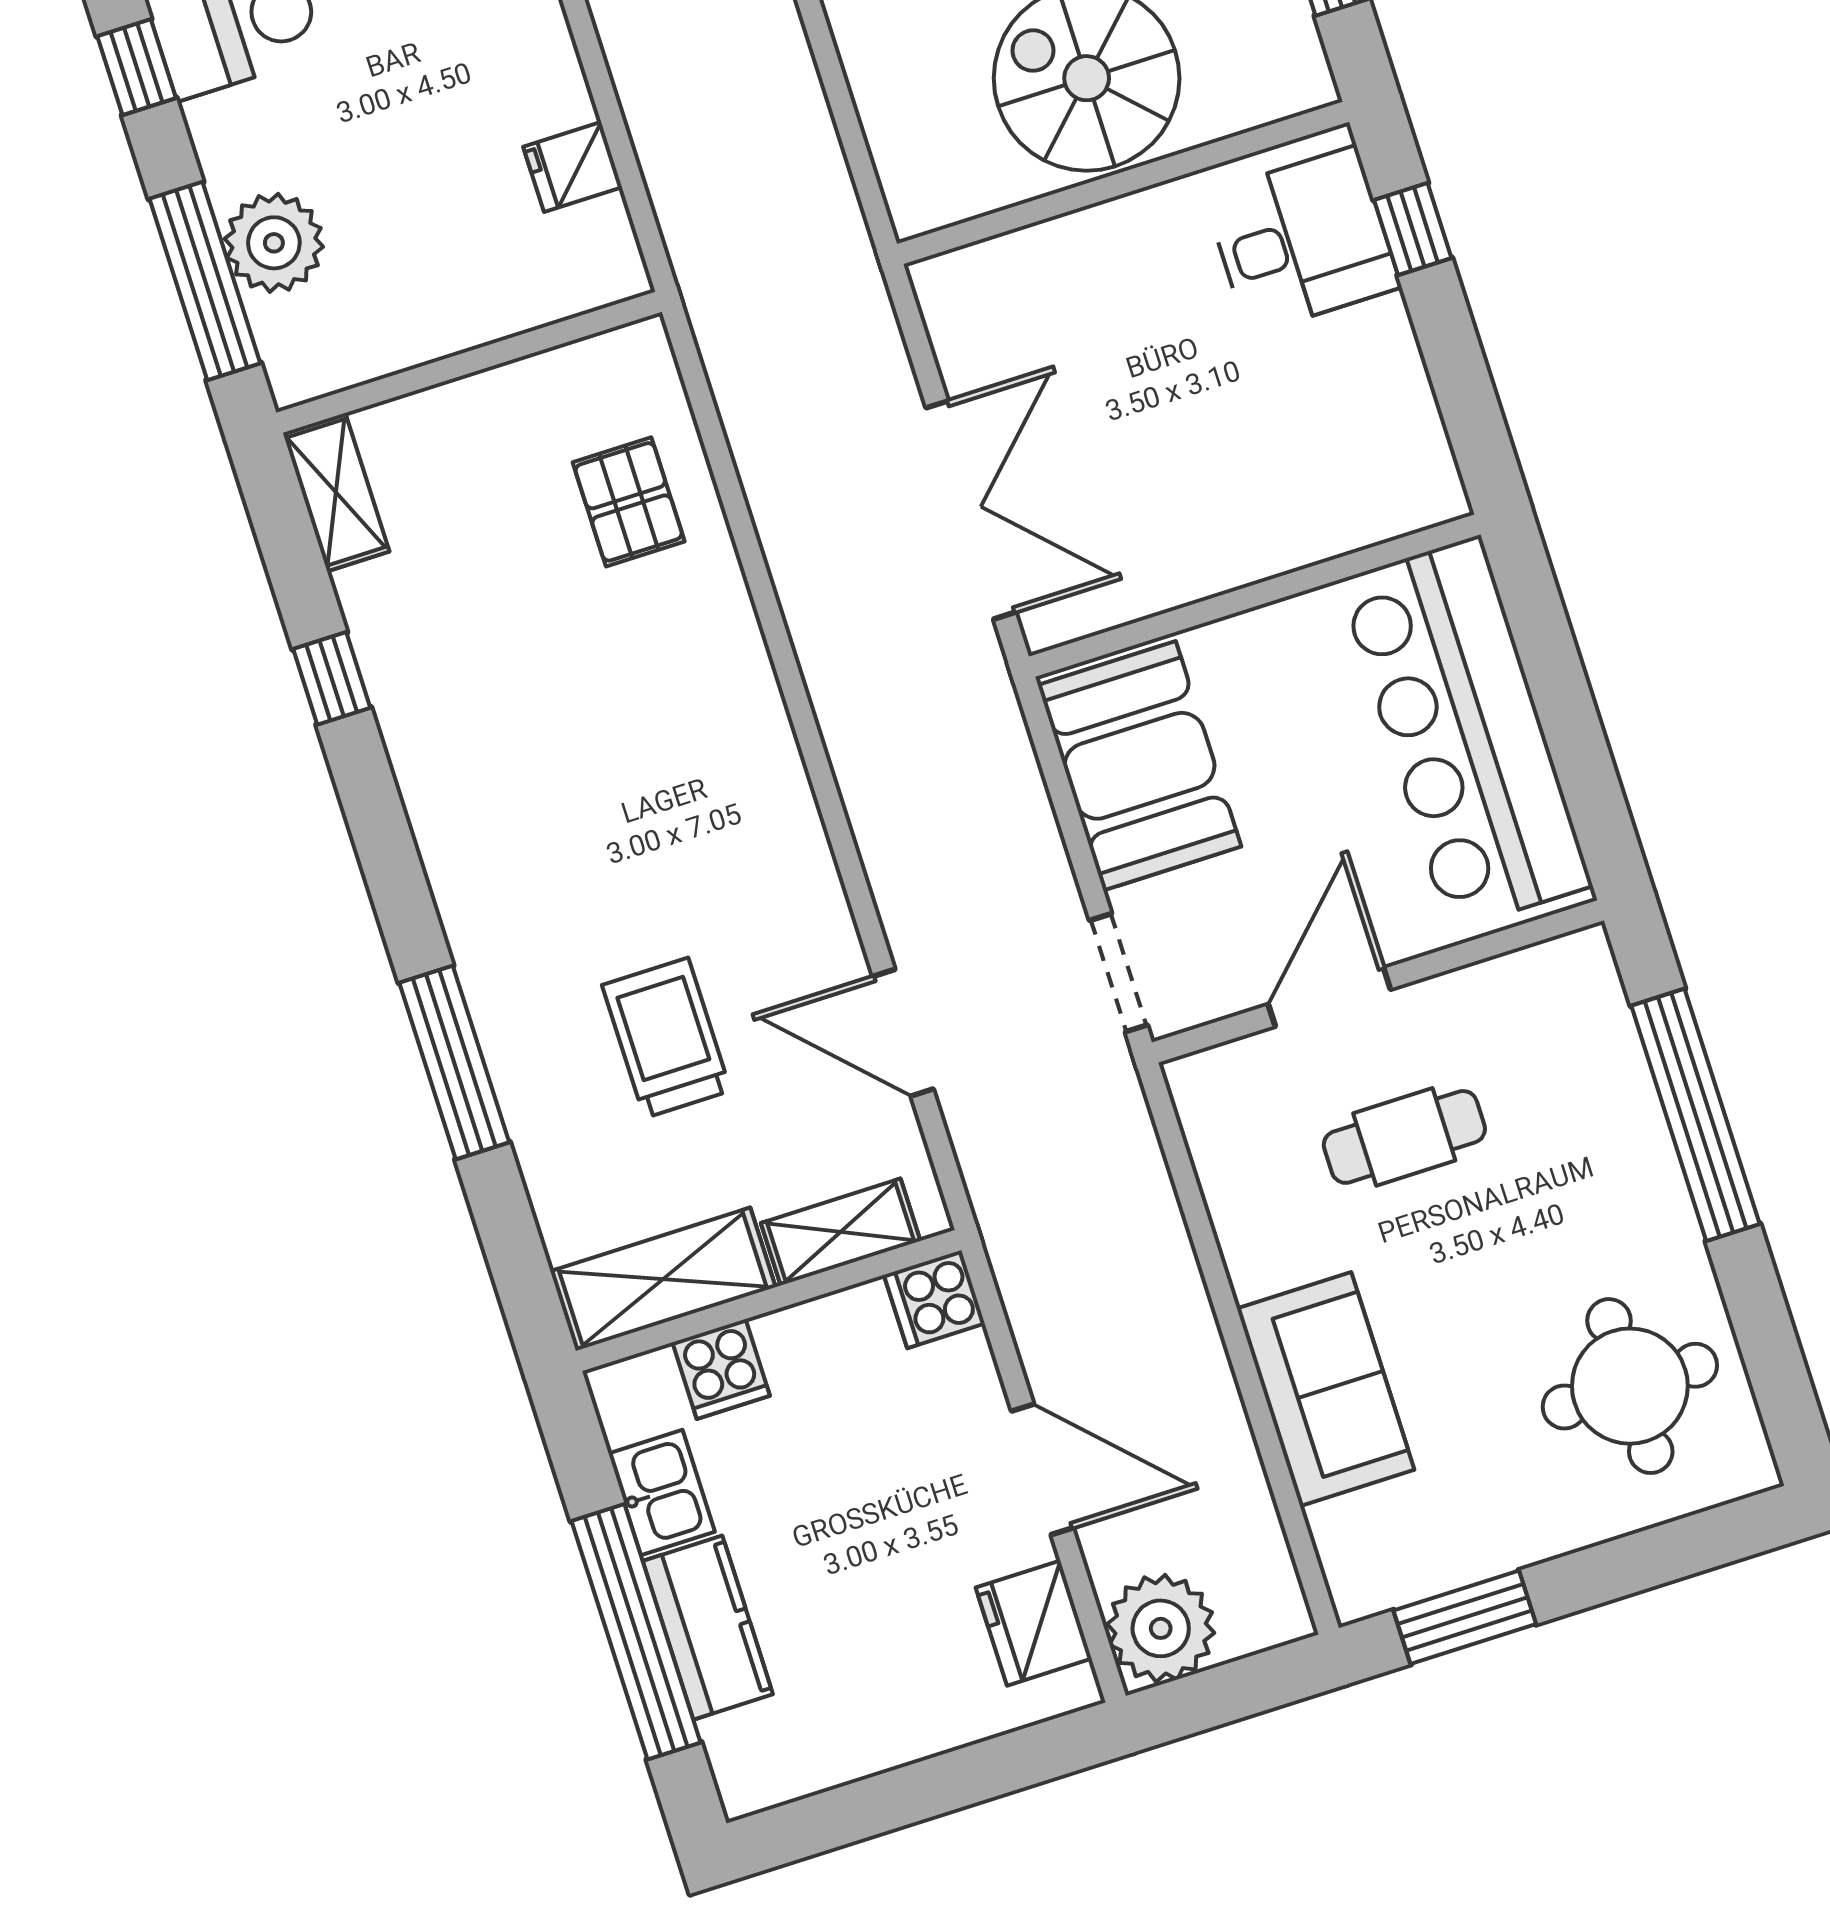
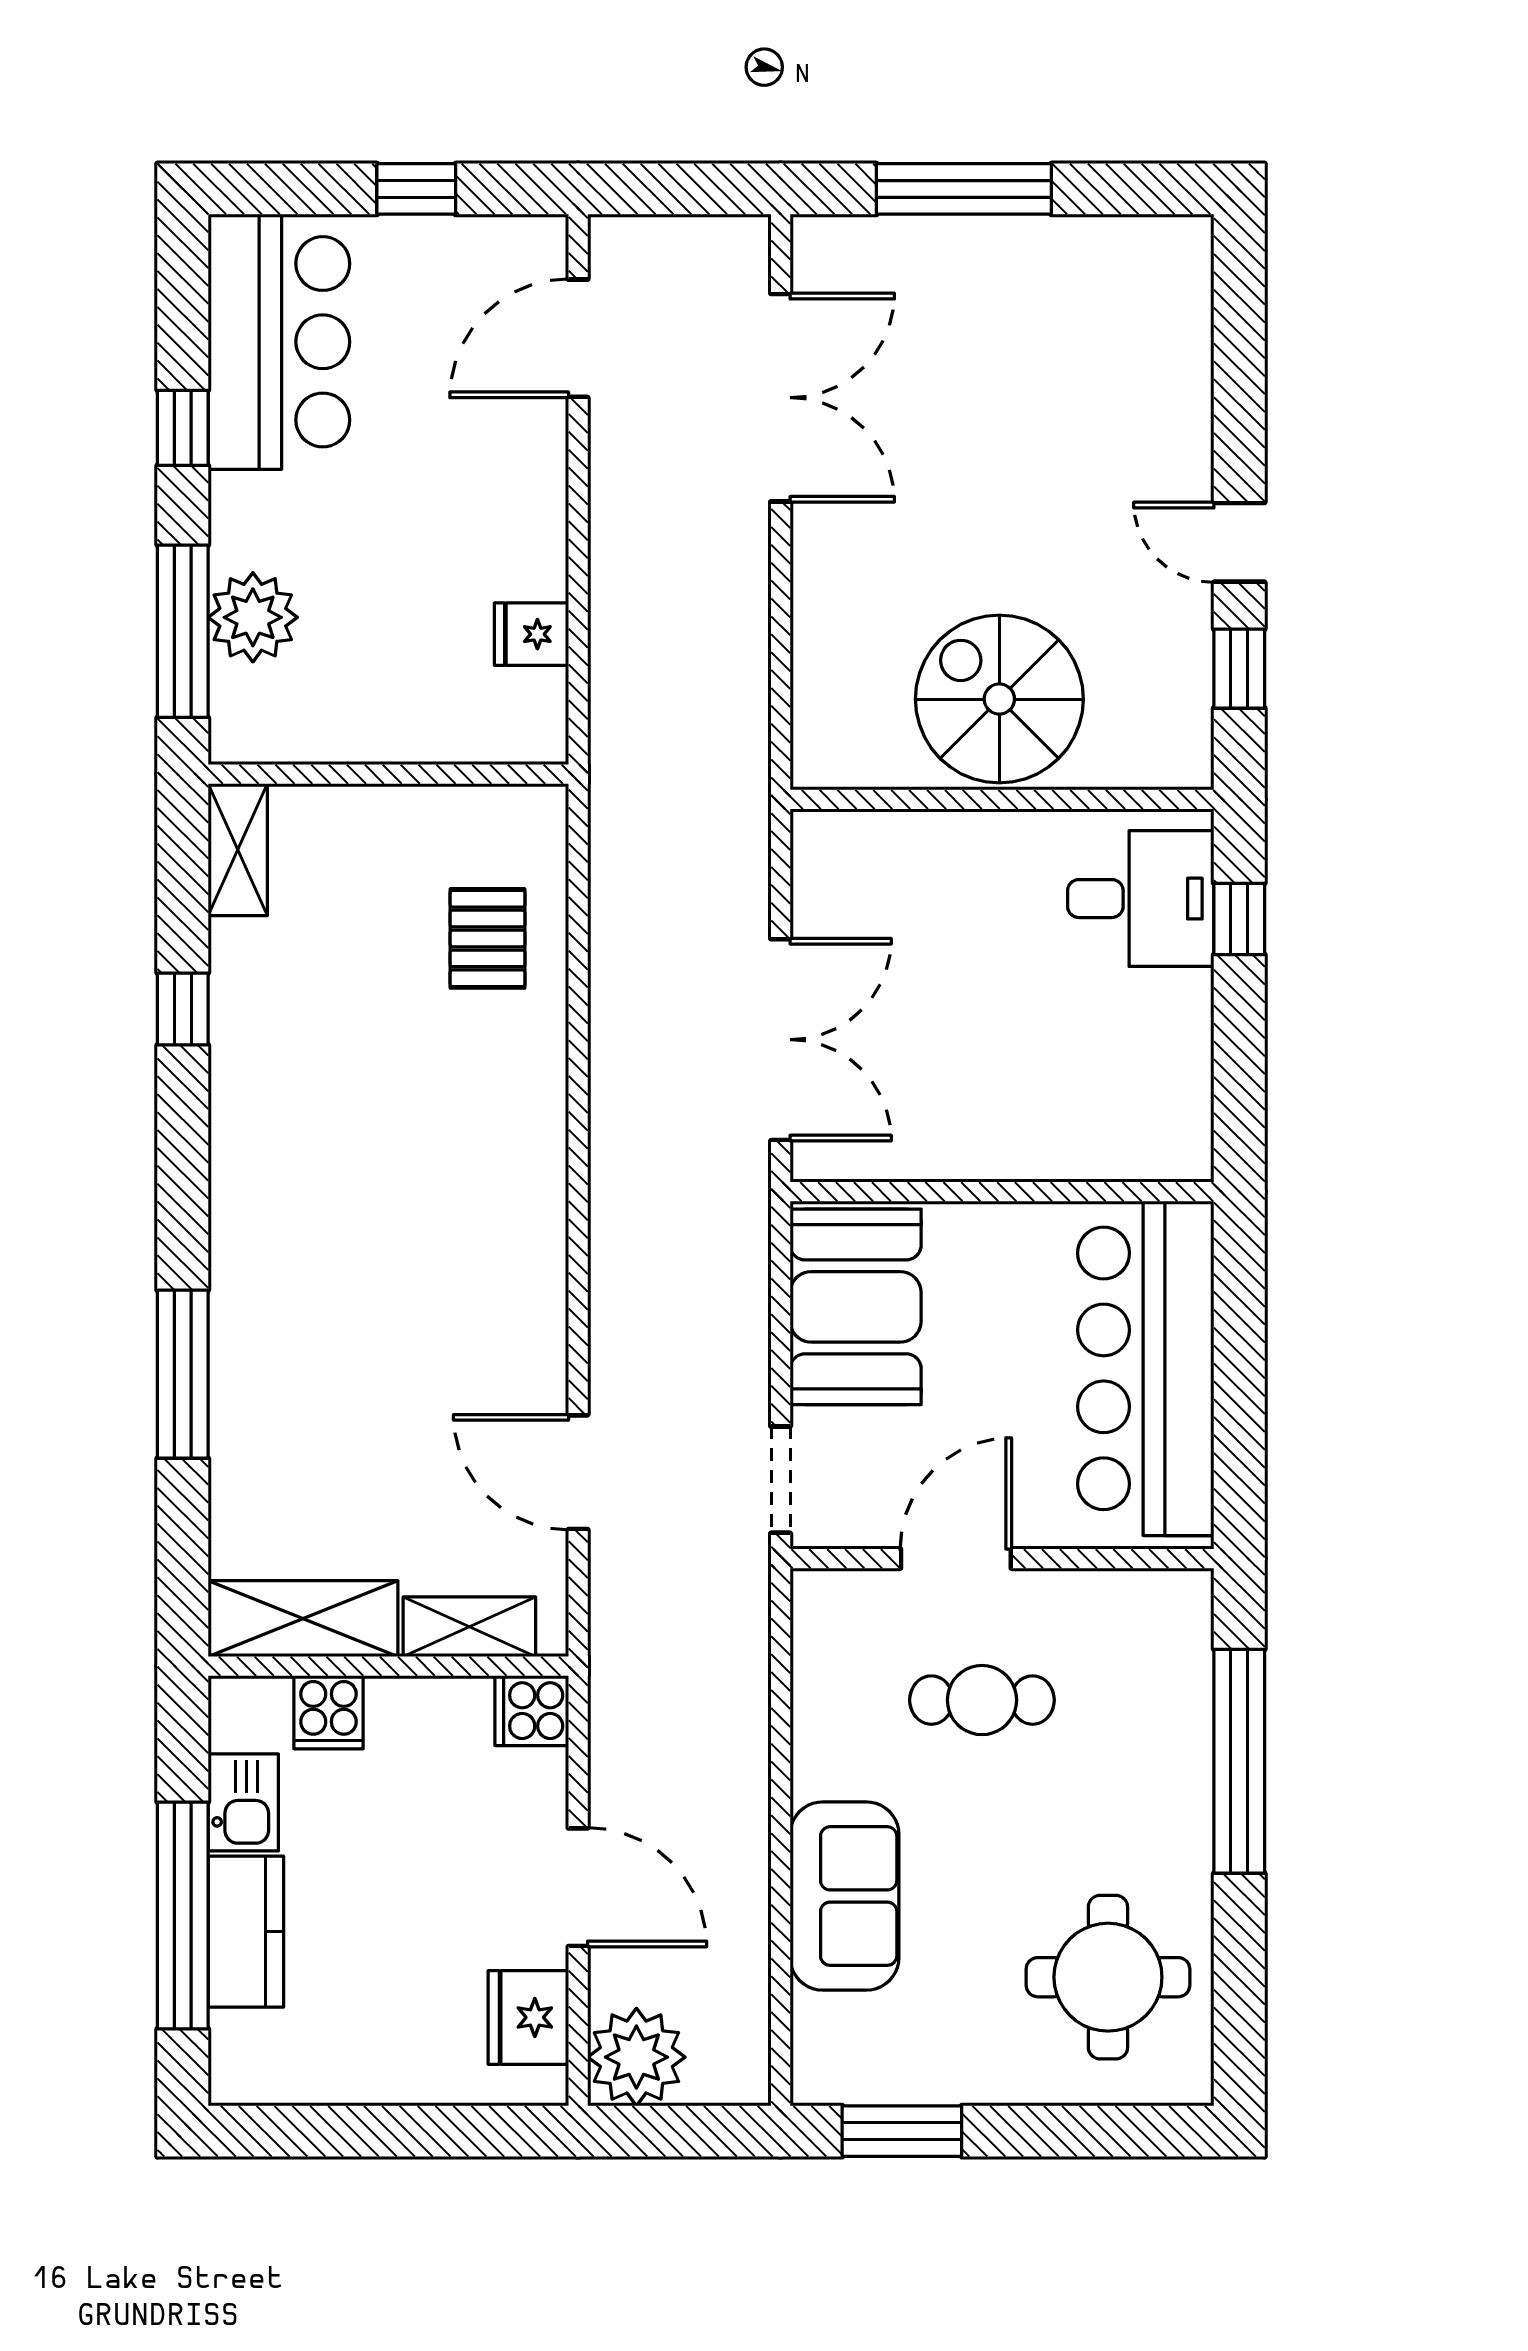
trolley: (666, 1038) -> (373, 1411), removed

